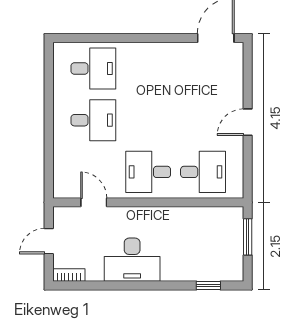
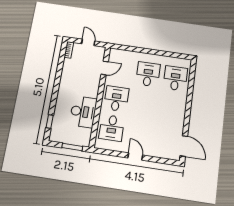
desk: (93, 69) -> (175, 78), turned 180
desk: (93, 120) -> (148, 74), turned 180
desk: (132, 260) -> (83, 112), moved, turned 180

